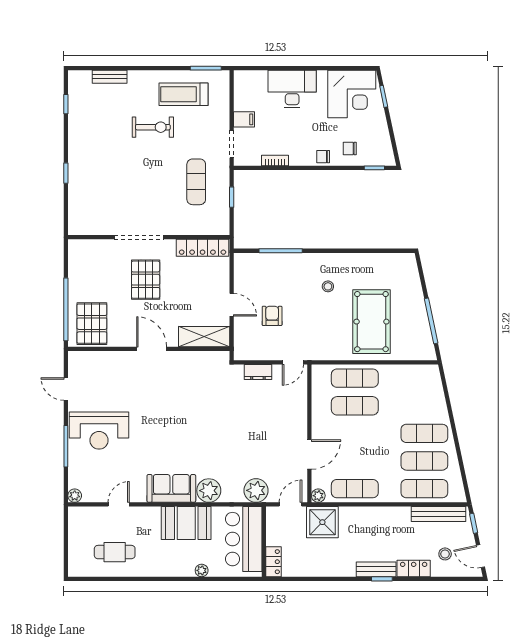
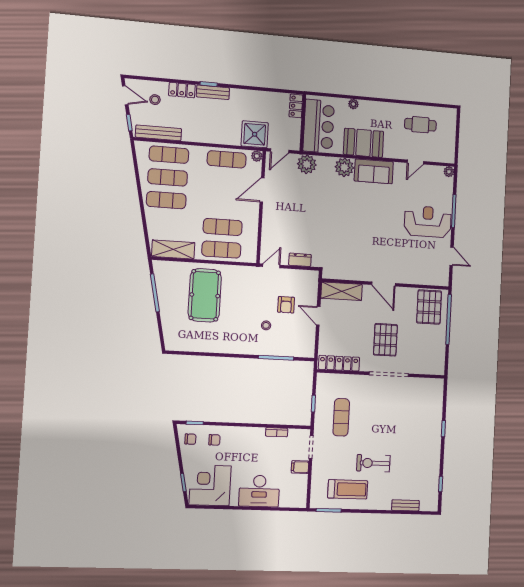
chair: (323, 157) -> (190, 439), moved
stool: (328, 286) -> (266, 325), moved
shelving: (412, 374) -> (173, 249), added

